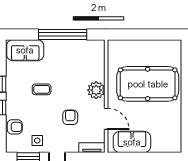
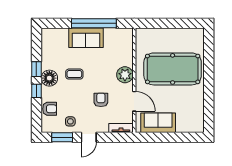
sofa: (25, 50) -> (86, 38), moved
floor lamp: (14, 94) -> (49, 78), added

